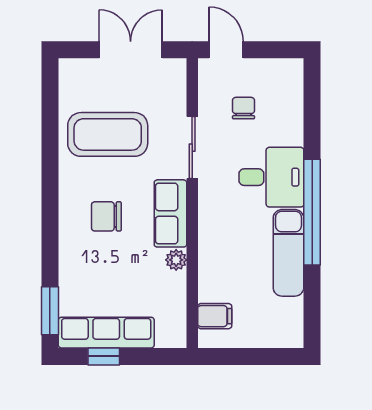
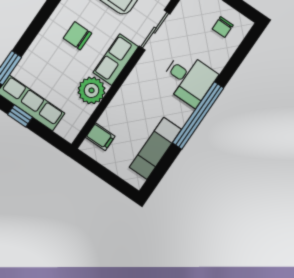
chair: (243, 108) -> (223, 27), moved, turned 180
exam couch: (288, 253) -> (155, 148), moved
plant: (176, 260) -> (92, 90), width x1.88, depth x1.88

